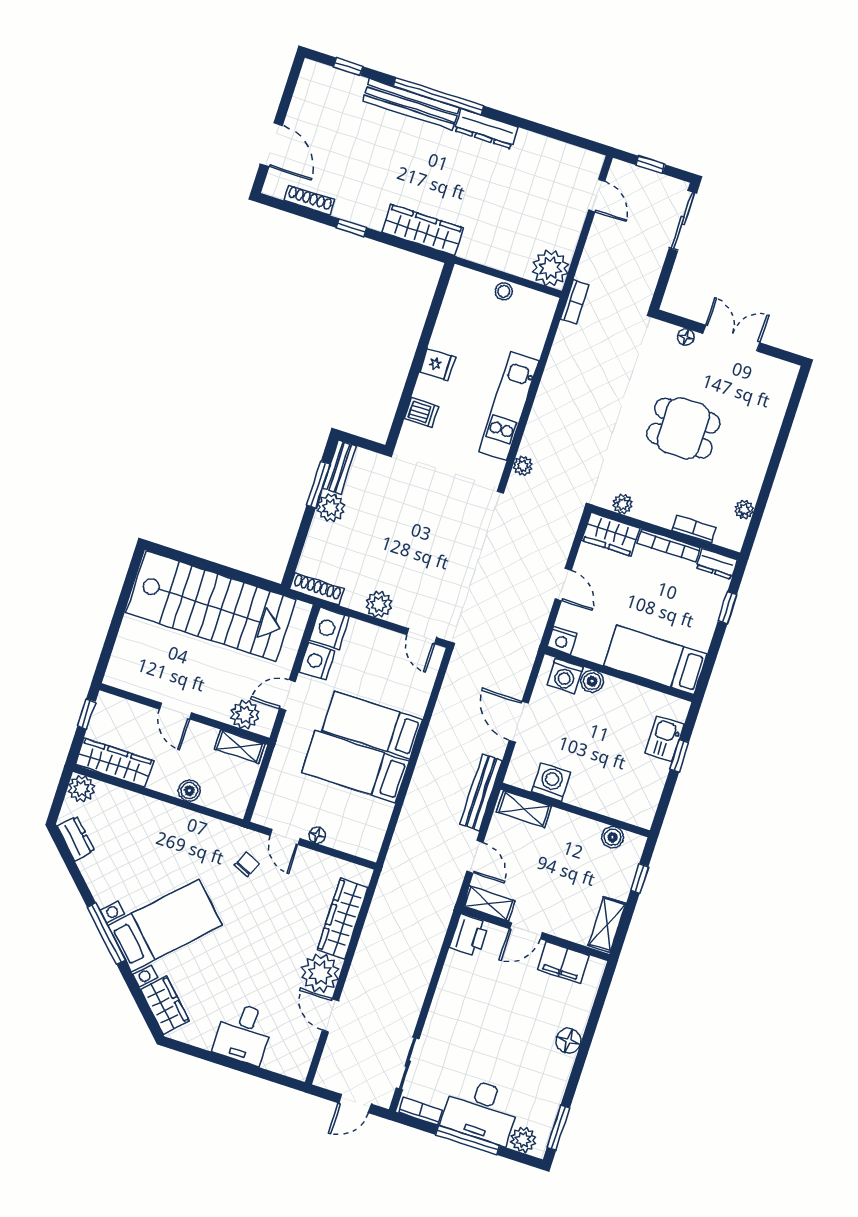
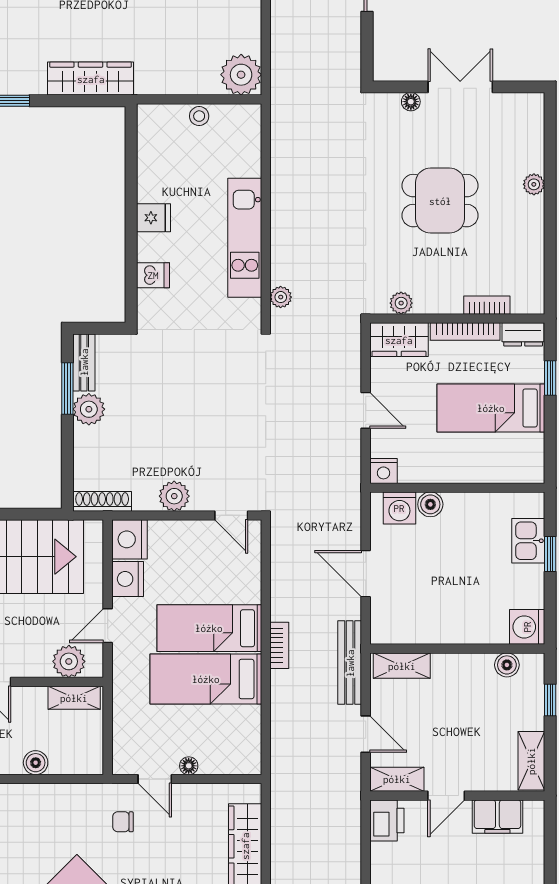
bookcase: (575, 302) -> (279, 645), moved
plant: (744, 510) -> (534, 184), moved
bed: (655, 660) -> (491, 408), moved
washing machine: (551, 782) -> (527, 627), moved, turned -90
chair: (247, 864) -> (123, 822), turned -114

